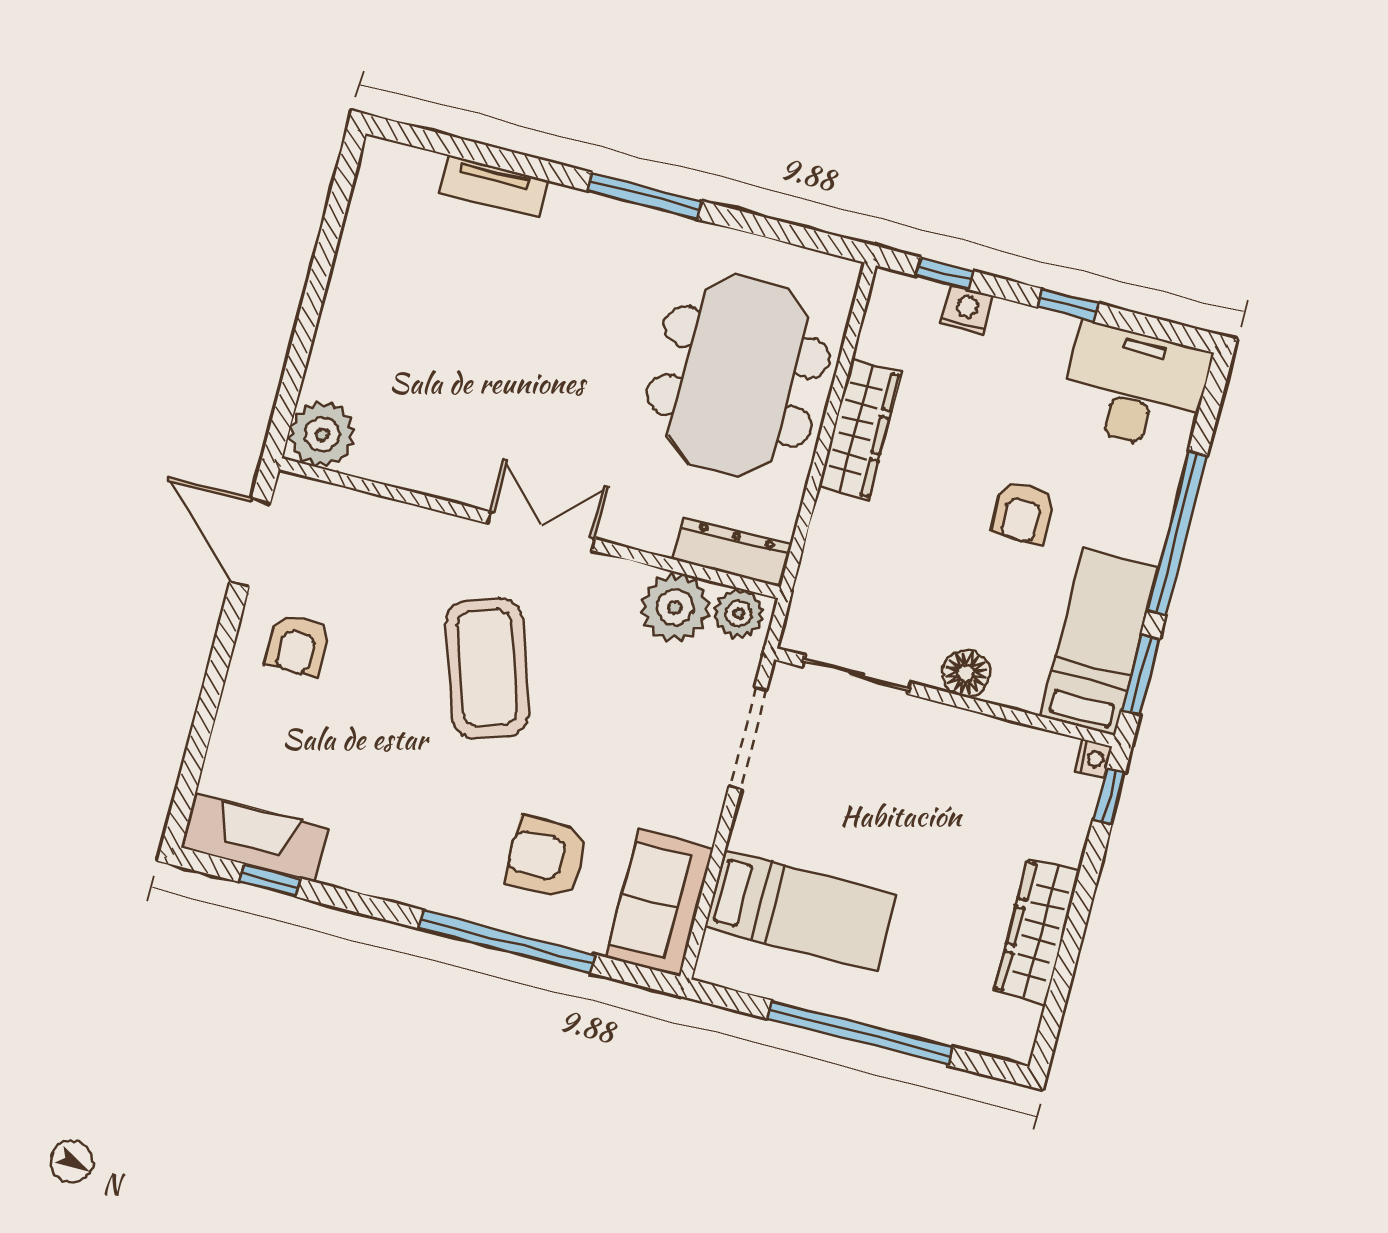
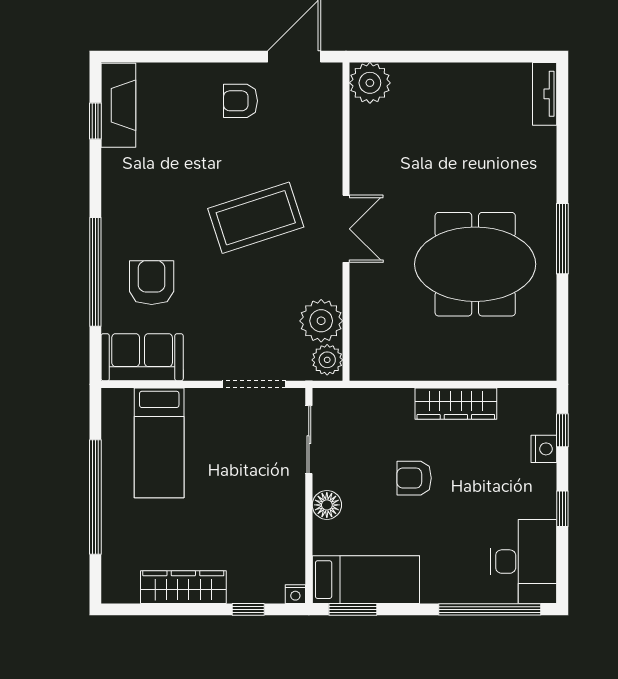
tv unit: (493, 186) -> (545, 94), moved
meeting table: (738, 376) -> (475, 264), moved
armchair: (1023, 512) -> (414, 478), moved
window: (1177, 533) -> (490, 609), moved
dresser: (732, 552) -> (363, 347), removed
window: (1109, 796) -> (248, 609), moved

